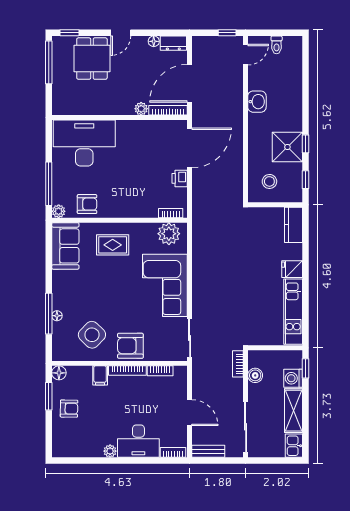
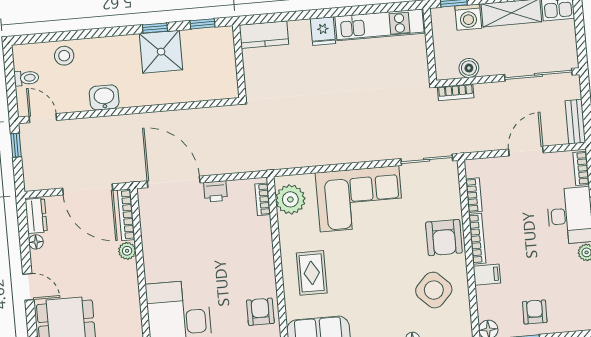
stool: (269, 181) -> (64, 56), moved

